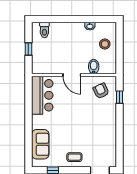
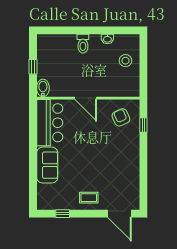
toilet: (44, 30) -> (83, 44), moved
bidet: (94, 67) -> (43, 88), moved
sofa: (40, 144) -> (47, 165), moved

